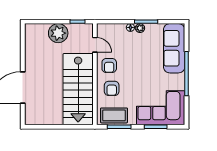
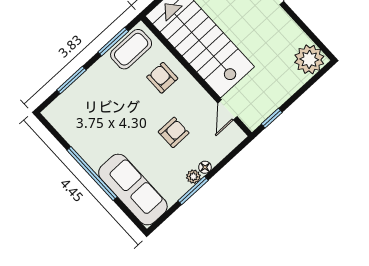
plant: (58, 33) -> (309, 59), moved
door: (95, 45) -> (227, 110), hinge flipped
armchair: (109, 66) -> (174, 132), moved, turned 90
corner sofa: (161, 108) -> (86, 107), removed

